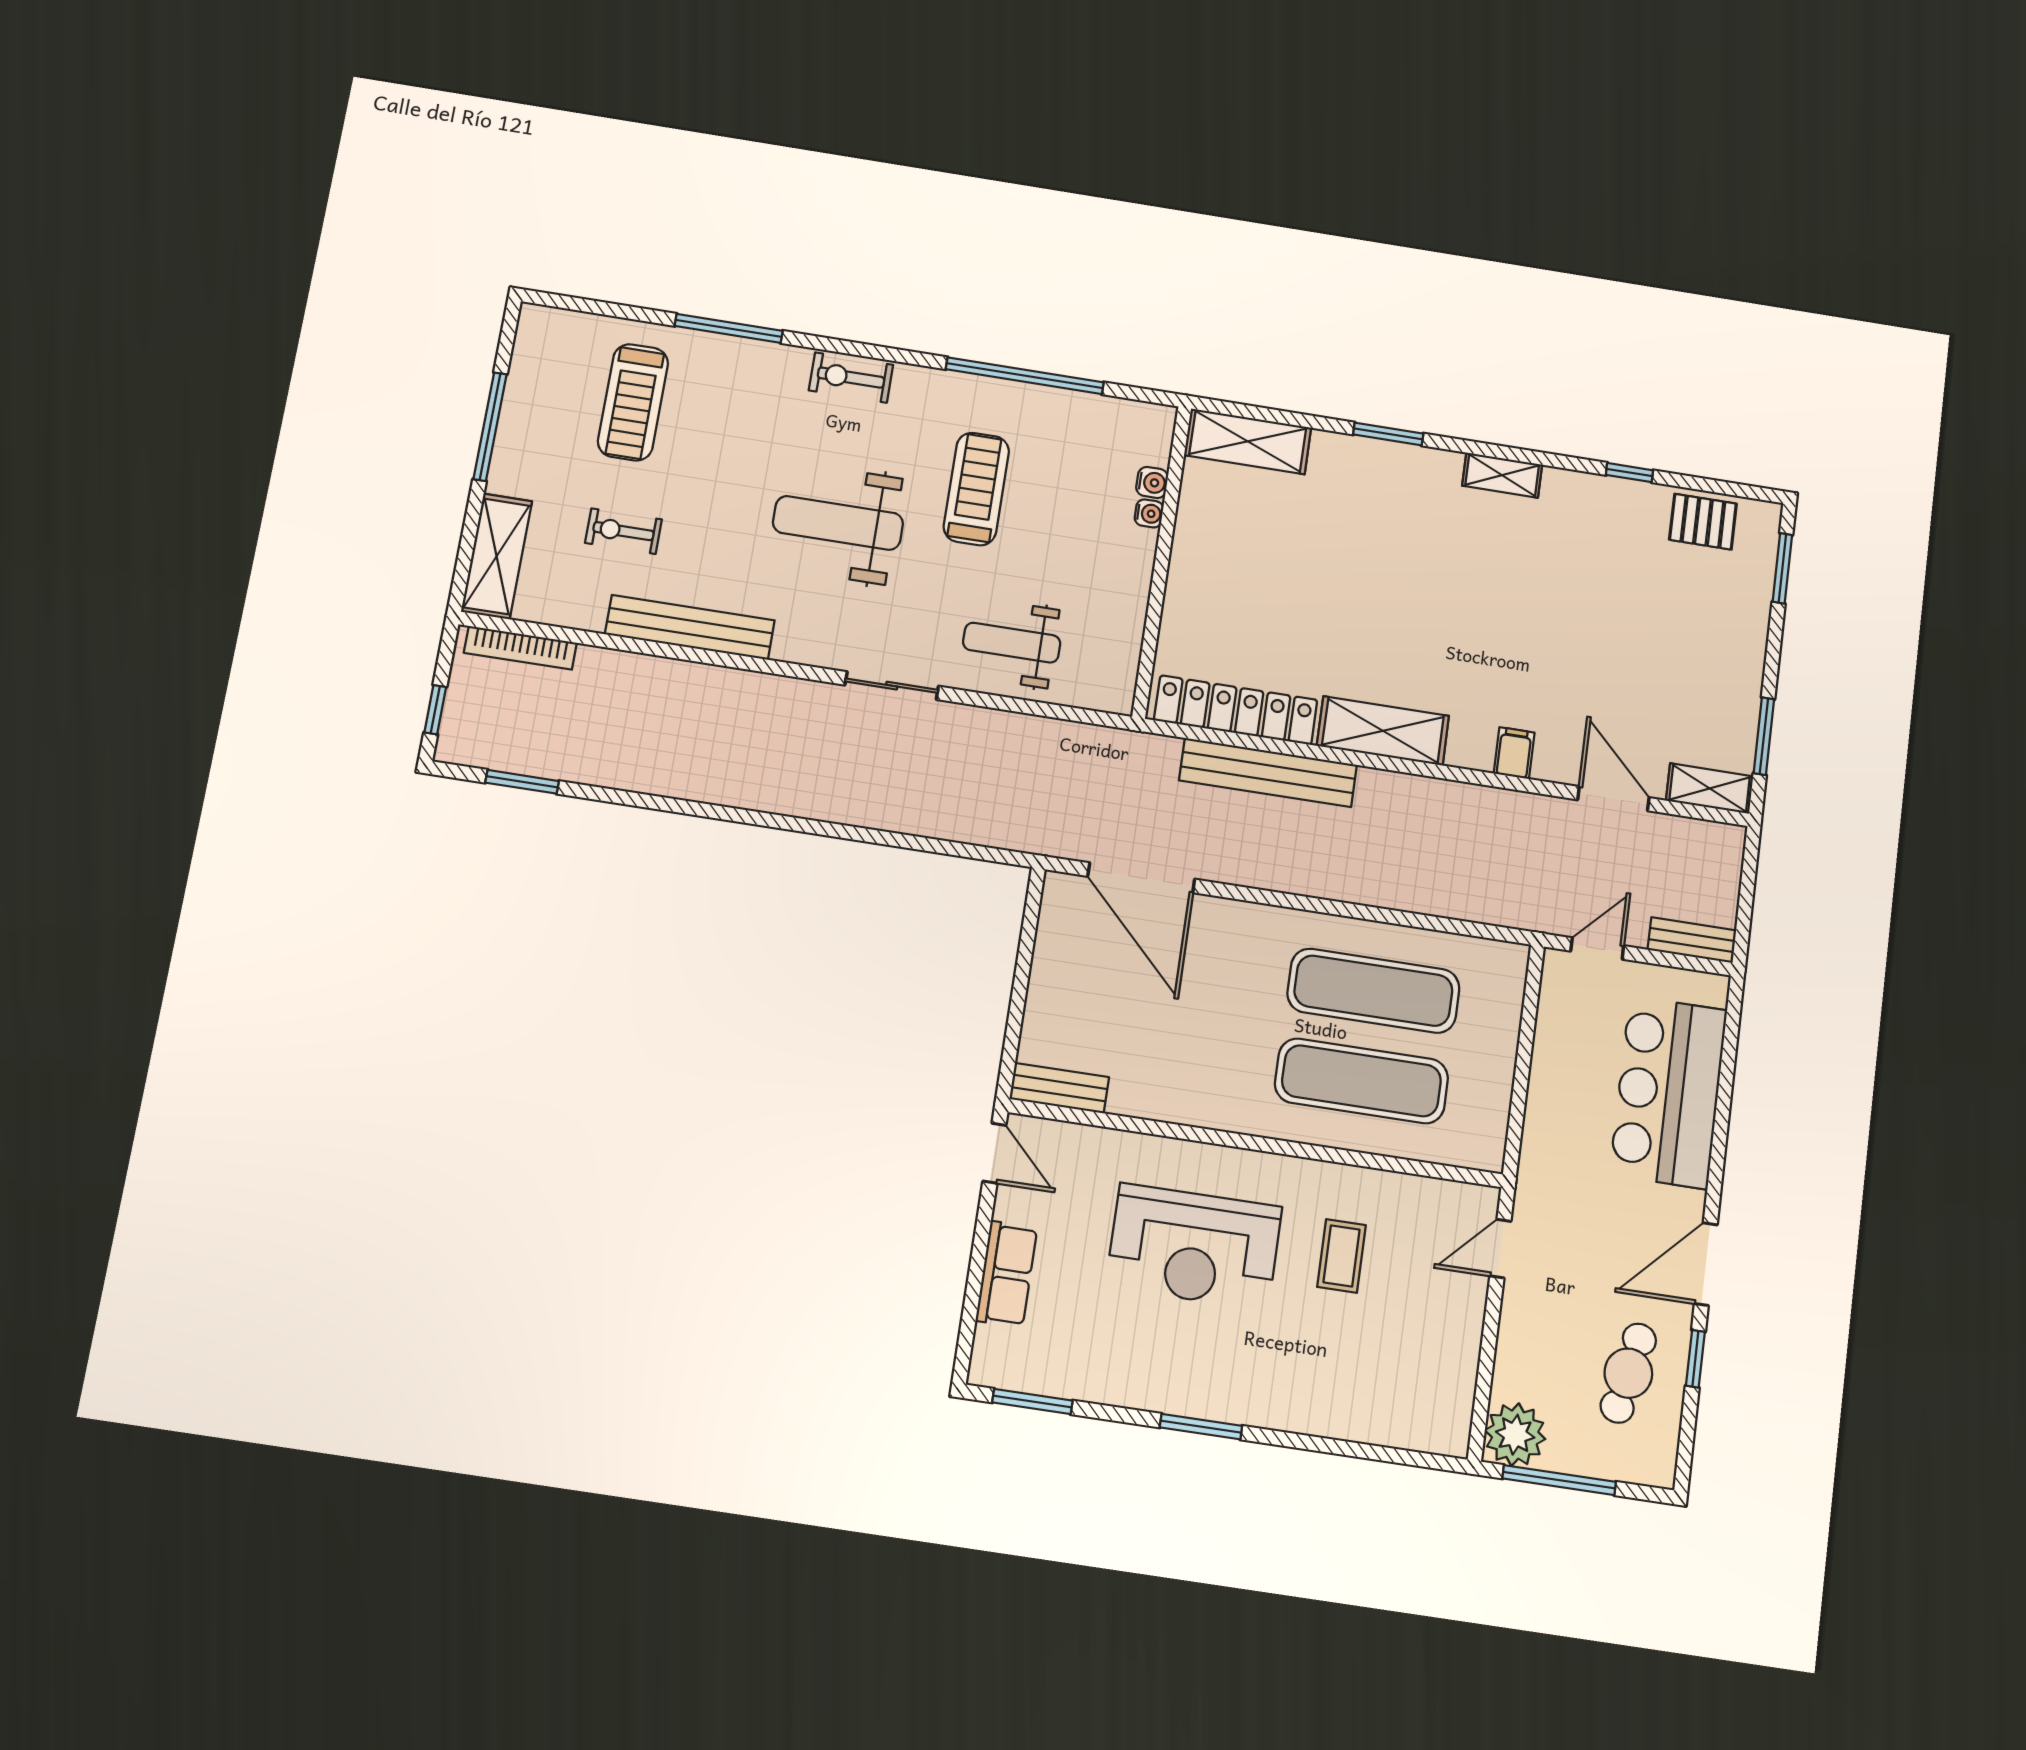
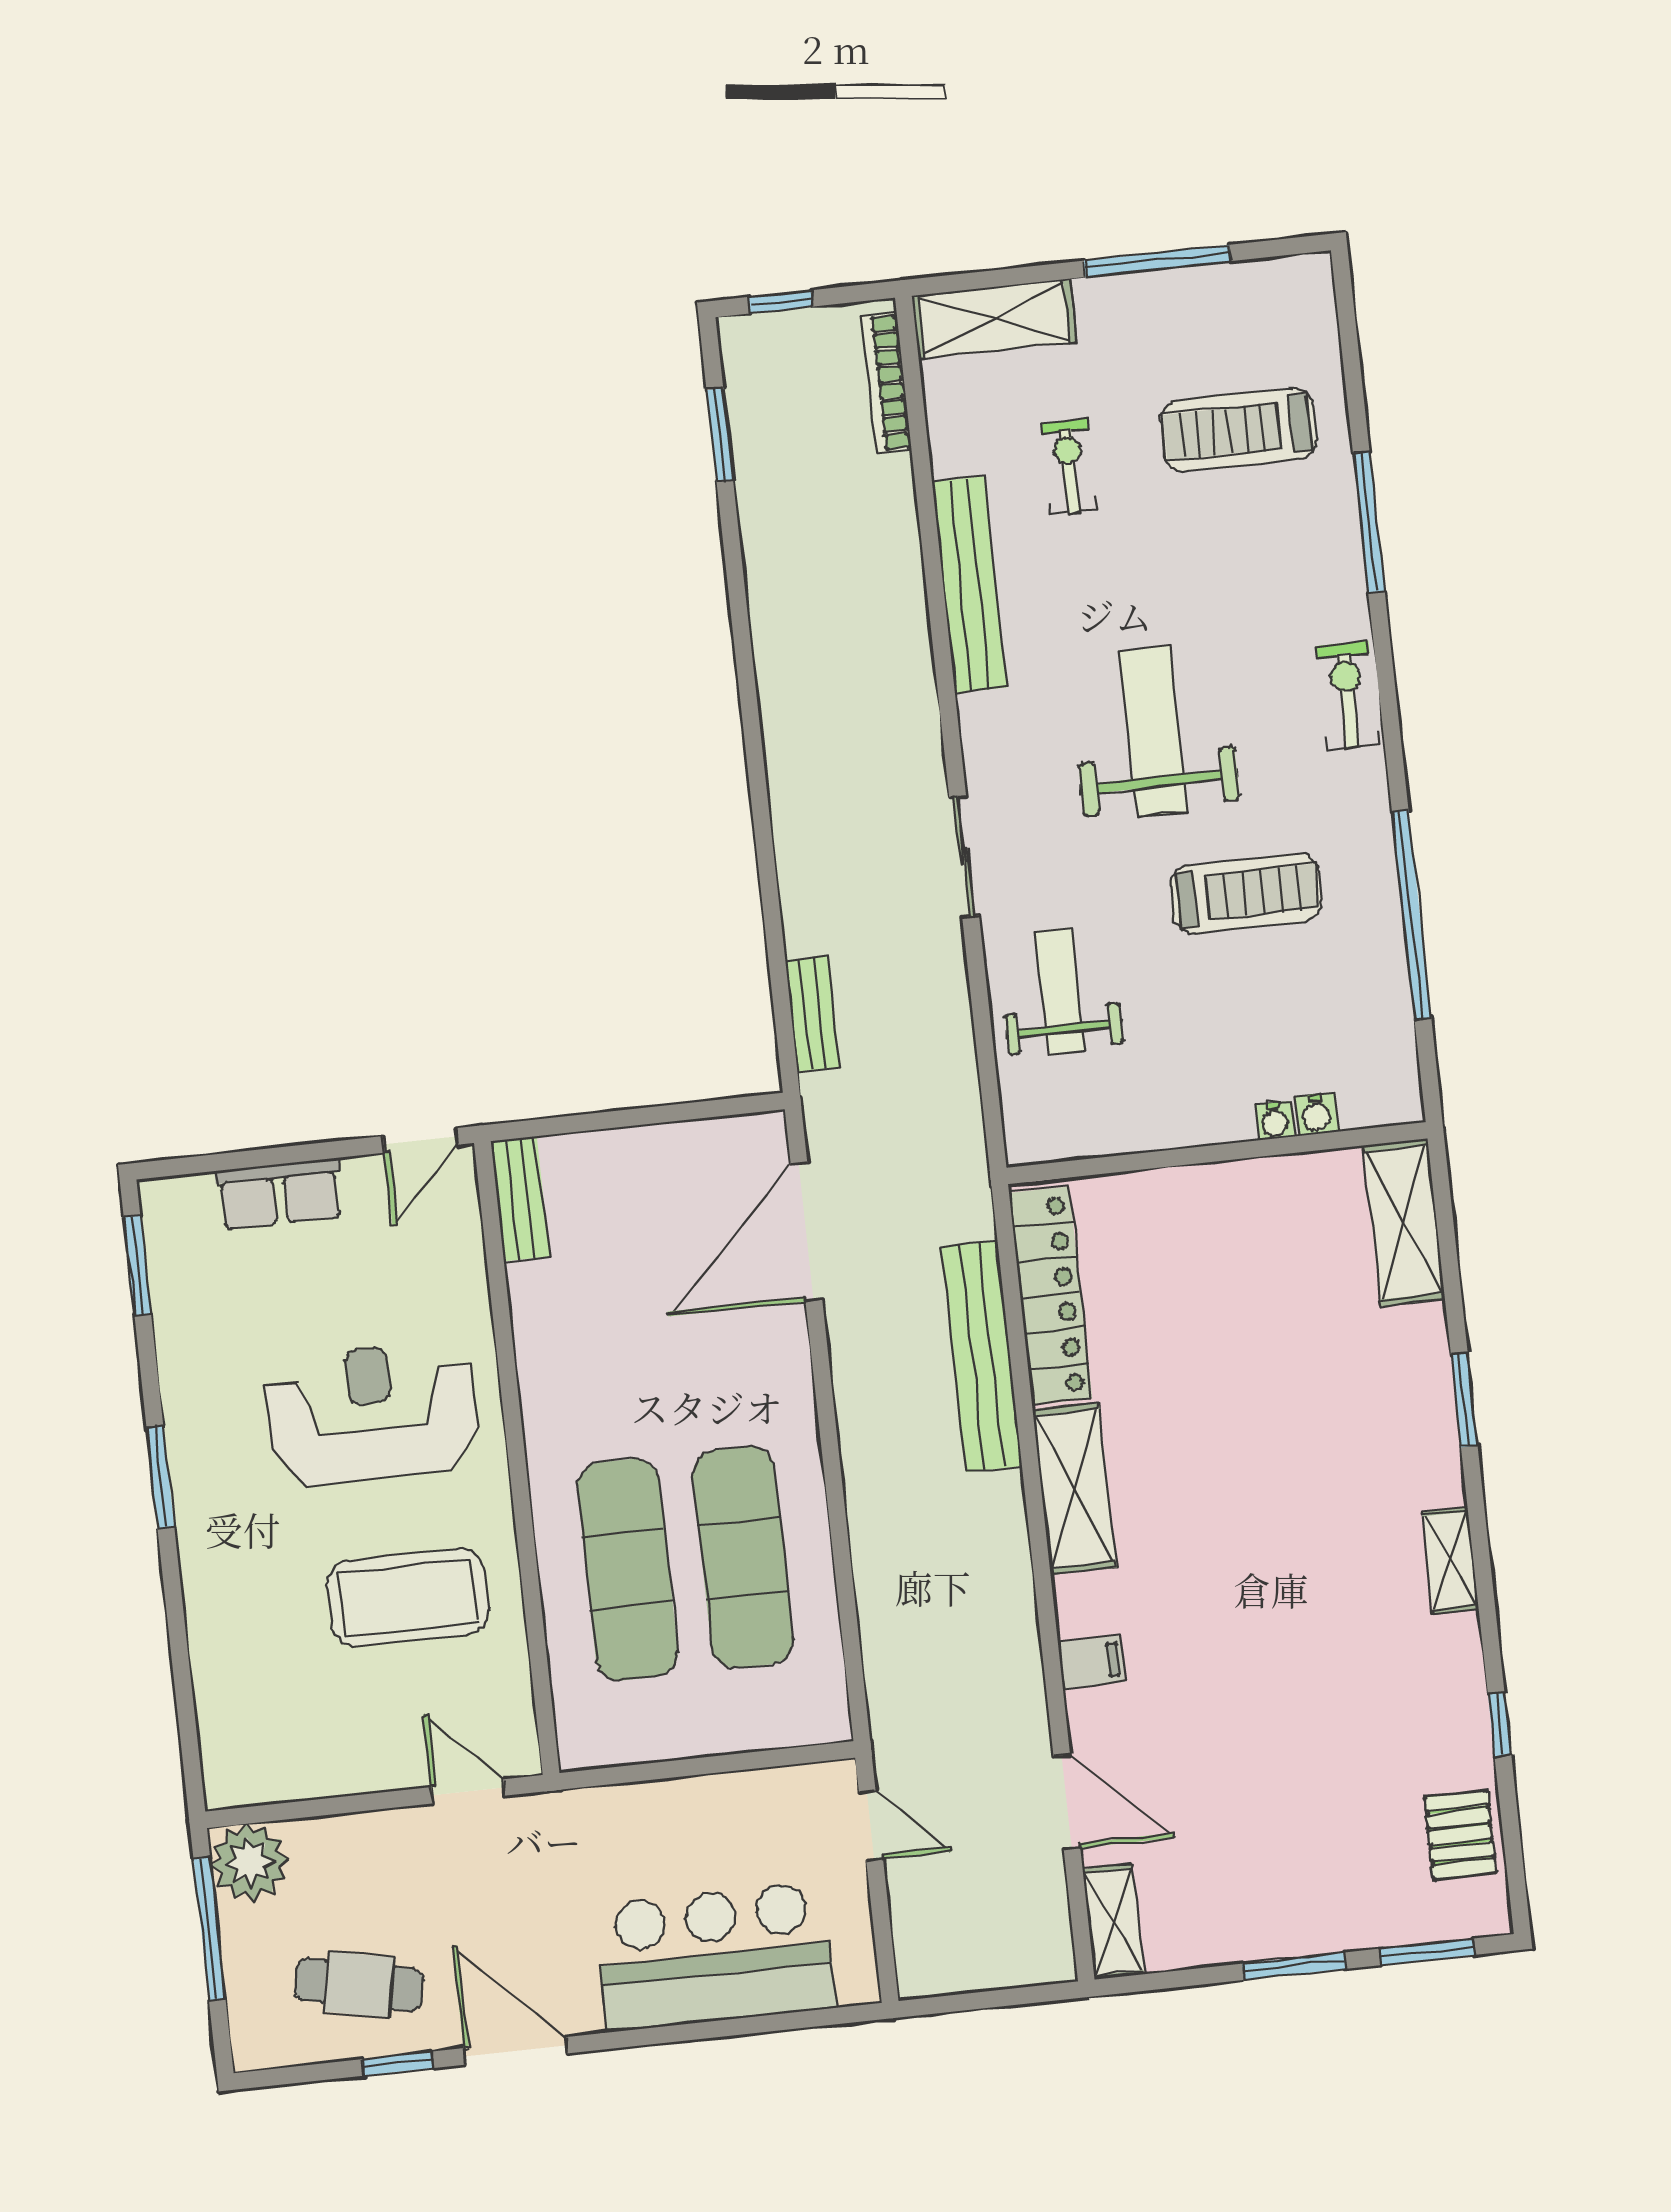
window: (1764, 736) -> (1294, 1966), moved
door: (1613, 799) -> (1067, 1802), hinge flipped
bench: (1692, 940) -> (813, 1014), moved
reception desk: (1194, 1247) -> (372, 1414), turned 90
coffee table: (1341, 1256) -> (408, 1597), width x1.86, depth x1.72

